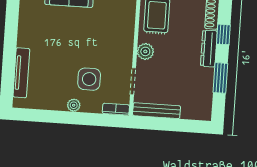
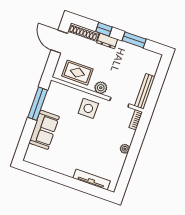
dresser: (209, 48) -> (107, 41), width x0.70
side table: (89, 79) -> (88, 108), moved

